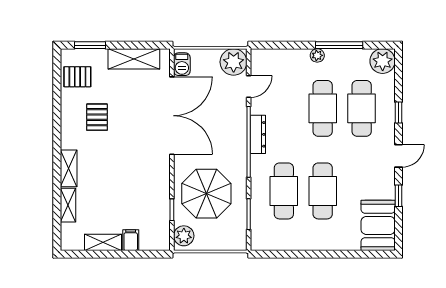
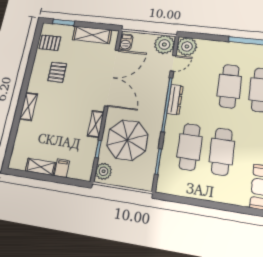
plant: (317, 55) -> (187, 46), moved, width x1.88, depth x1.88
shelving: (68, 205) -> (96, 124), moved

